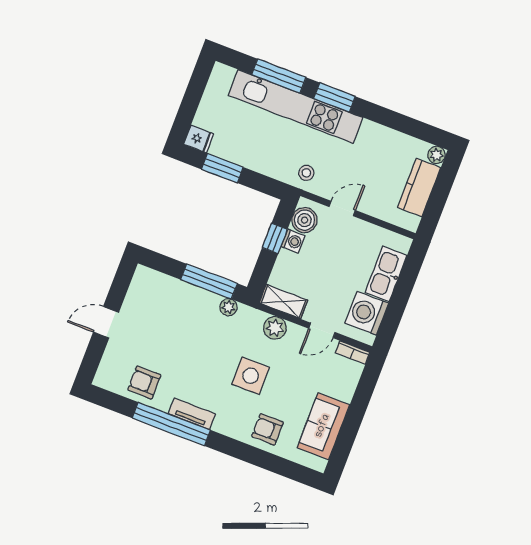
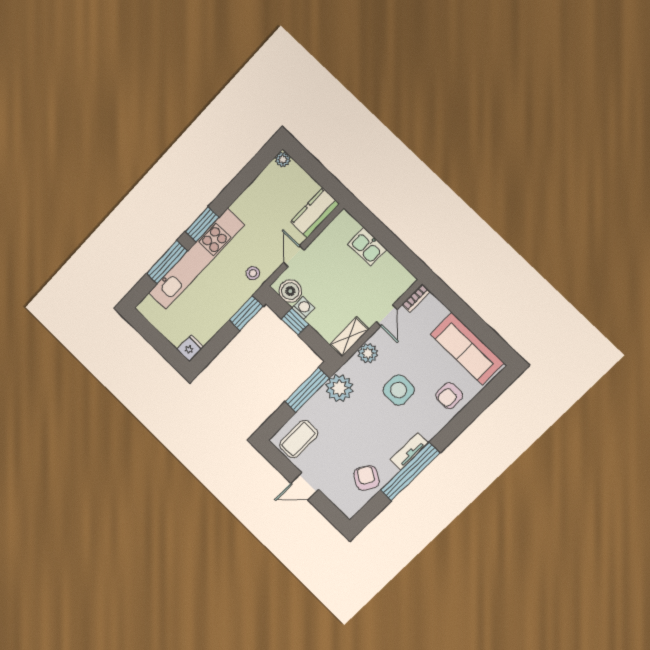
window: (222, 168) -> (246, 313), moved
kitchen counter: (419, 188) -> (315, 213), moved, turned 90
kitchen sink: (386, 274) -> (367, 247), width x0.73
coffee table: (153, 295) -> (299, 439), added
plant: (228, 307) -> (339, 388), width x1.88, depth x1.88
washing machine: (367, 313) -> (388, 272), removed
door: (106, 322) -> (305, 486), hinge flipped
armchair: (144, 382) -> (367, 478), turned 122
sofa: (323, 426) -> (467, 349), width x1.36

